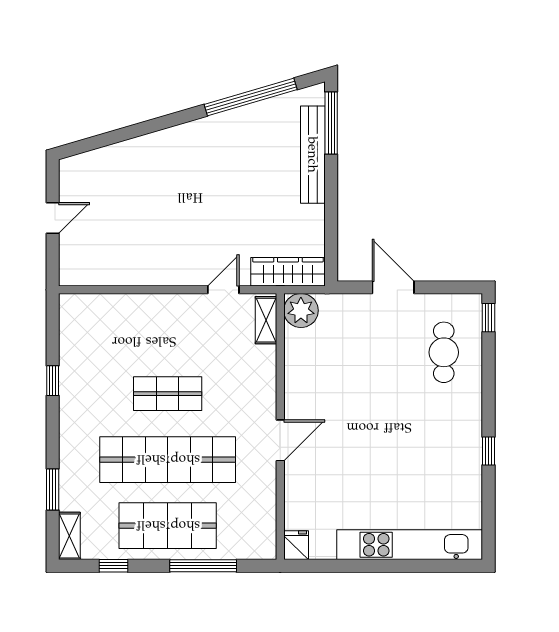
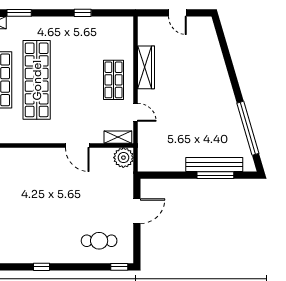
window: (331, 123) -> (215, 175), moved
wardrobe: (288, 272) -> (146, 67), moved
shop shelf: (168, 394) -> (114, 80), moved
door: (280, 440) -> (77, 145), moved

